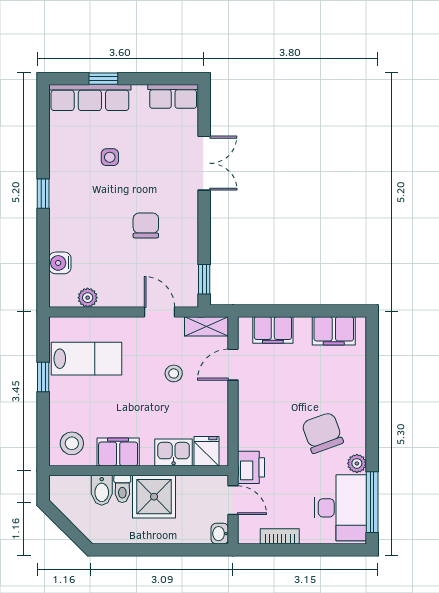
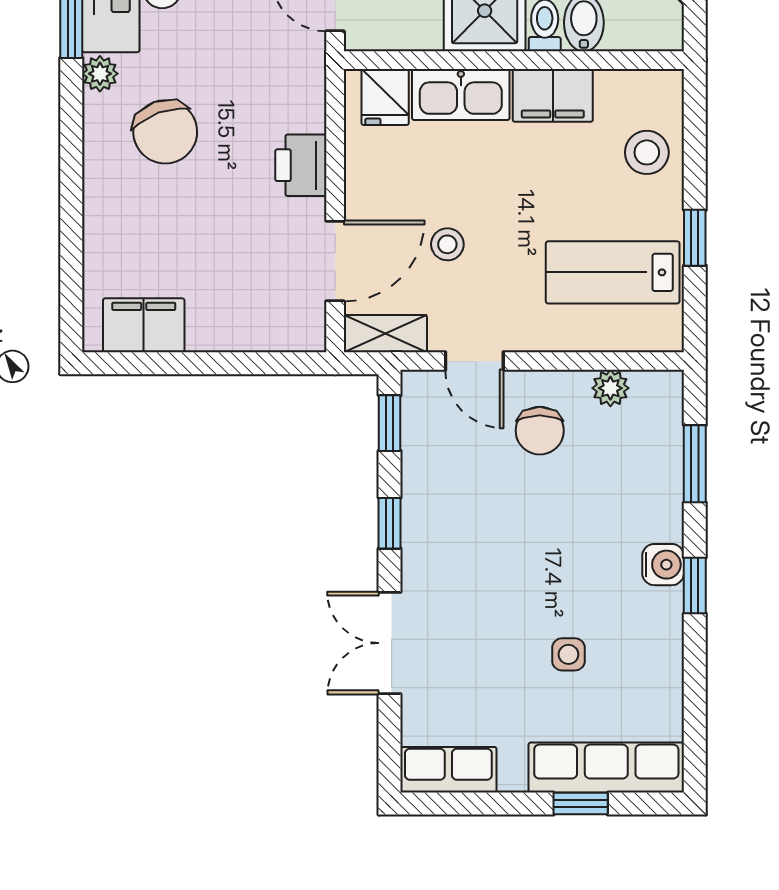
chair: (146, 225) -> (540, 431), moved
window: (204, 226) -> (390, 523), added
window: (43, 258) -> (695, 464), added
water cooler: (60, 263) -> (663, 565), moved
filing cabinet: (273, 330) -> (259, 327), removed
door: (233, 365) -> (335, 261), width x1.37
stool: (72, 443) -> (647, 152), moved
kitchen sink: (174, 452) -> (461, 94), width x1.38
printer: (251, 467) -> (301, 165), moved

